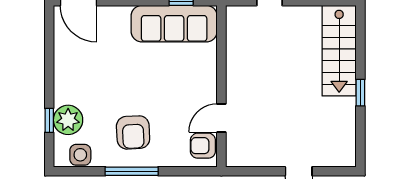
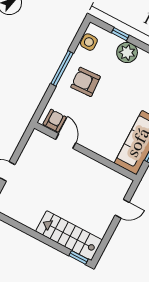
window: (360, 93) -> (78, 257), moved
plant: (68, 120) -> (127, 52), moved

